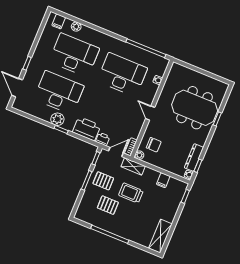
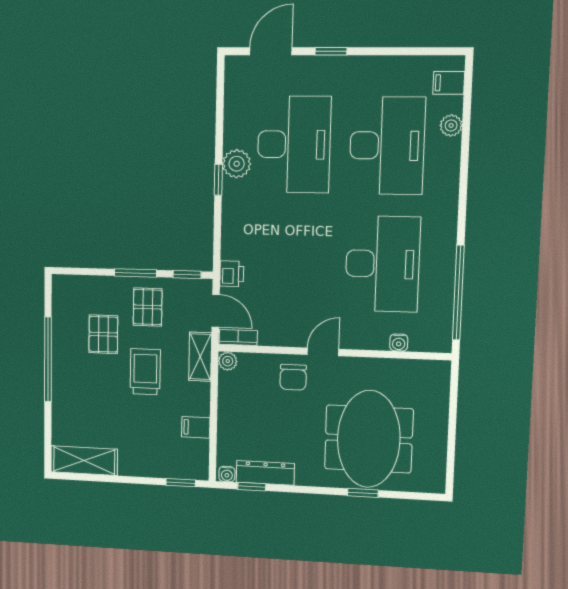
printer: (87, 129) -> (240, 232), removed
chair: (154, 145) -> (293, 377), moved

